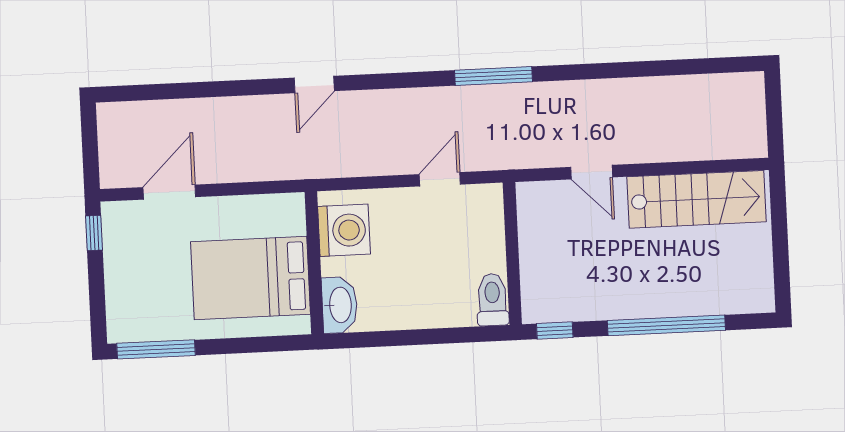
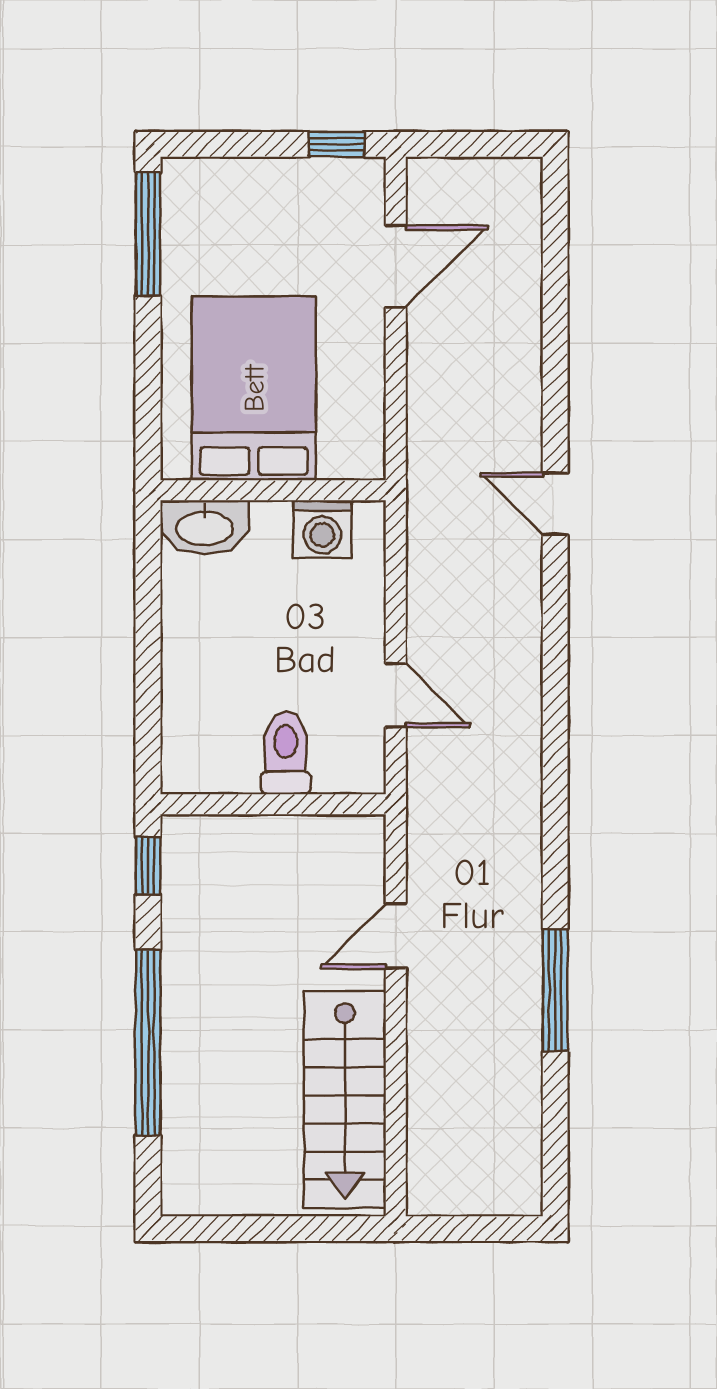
window: (493, 76) -> (555, 990), moved
door: (169, 192) -> (396, 266), hinge flipped
washing machine: (344, 230) -> (322, 529), width x0.73, depth x0.73
toilet: (492, 300) -> (286, 753), moved, turned -90

